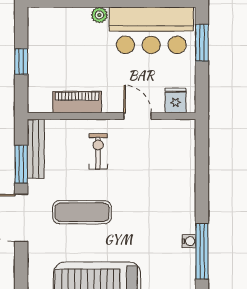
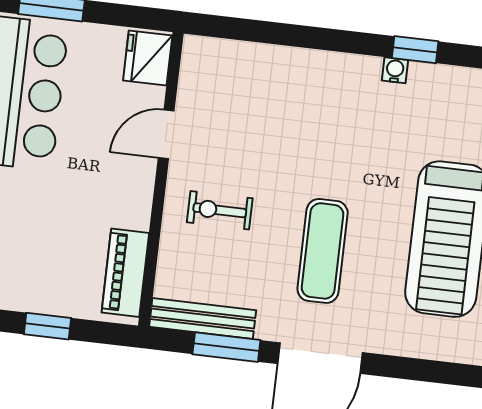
fridge: (176, 100) -> (148, 58), width x1.38
piano: (77, 102) -> (125, 273), moved
window: (202, 251) -> (415, 50), width x0.46

